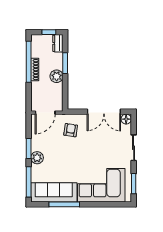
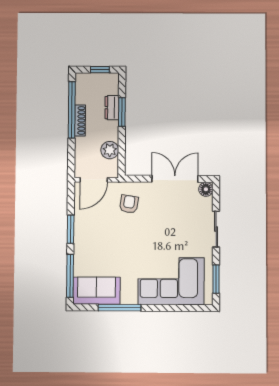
dresser: (58, 43) -> (112, 108), moved
plant: (57, 76) -> (110, 150), moved
double door: (104, 112) -> (175, 179), swing flipped
plant: (37, 158) -> (82, 242), removed
sofa: (54, 192) -> (96, 291), width x0.73

